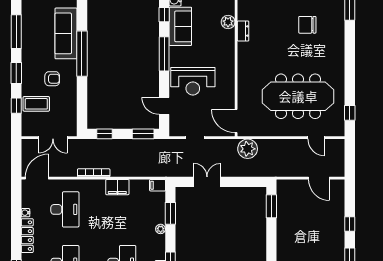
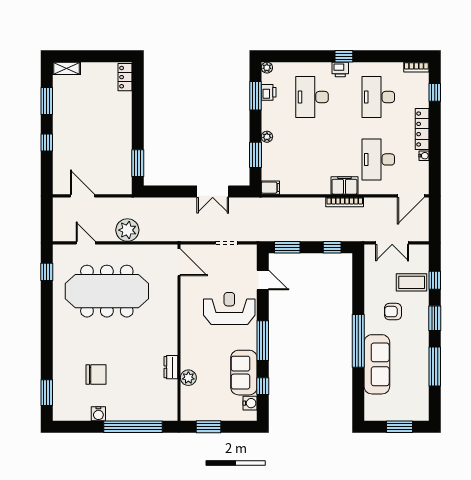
double door: (53, 138) -> (392, 243), swing flipped
plant: (248, 149) -> (127, 230), moved
filing cabinet: (117, 187) -> (344, 185), moved

